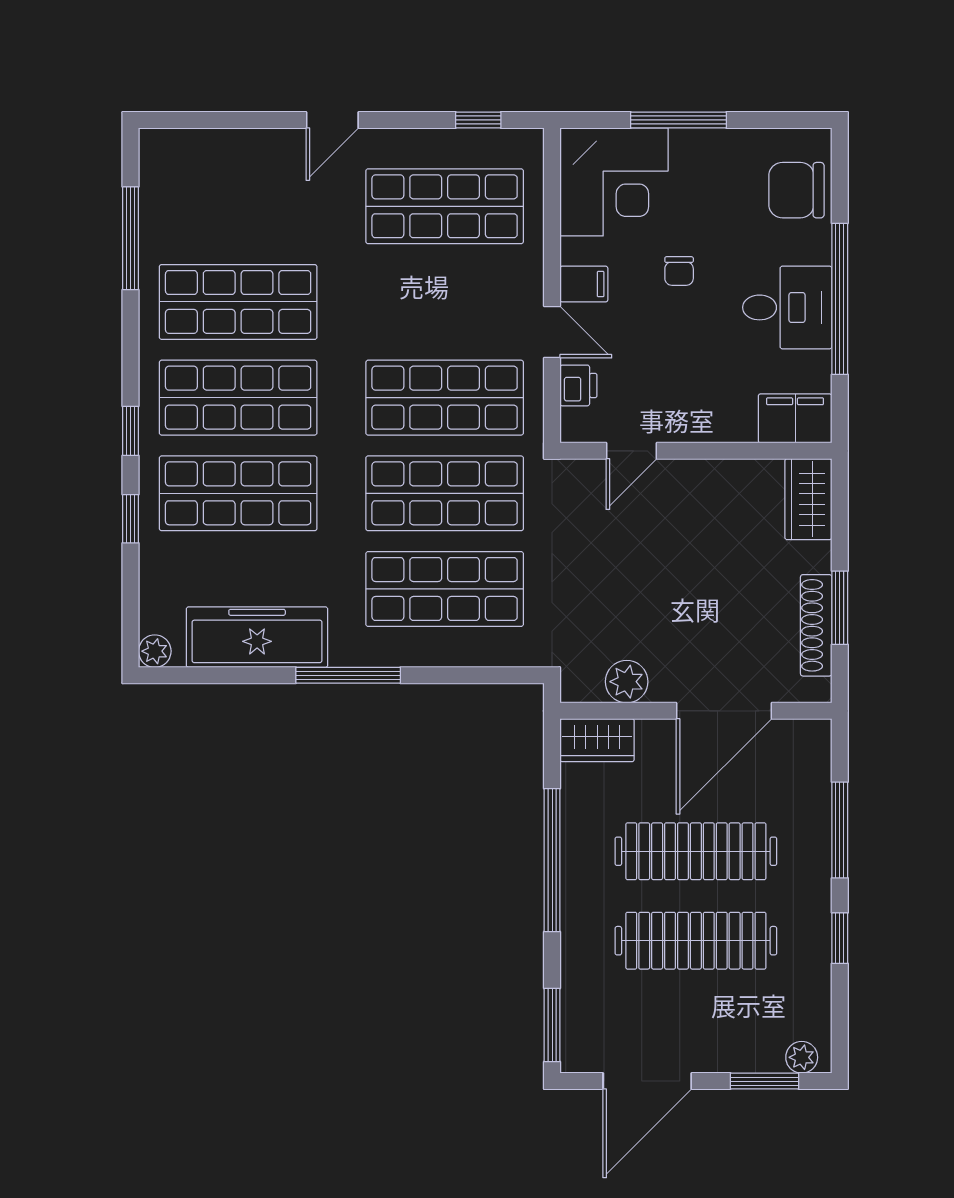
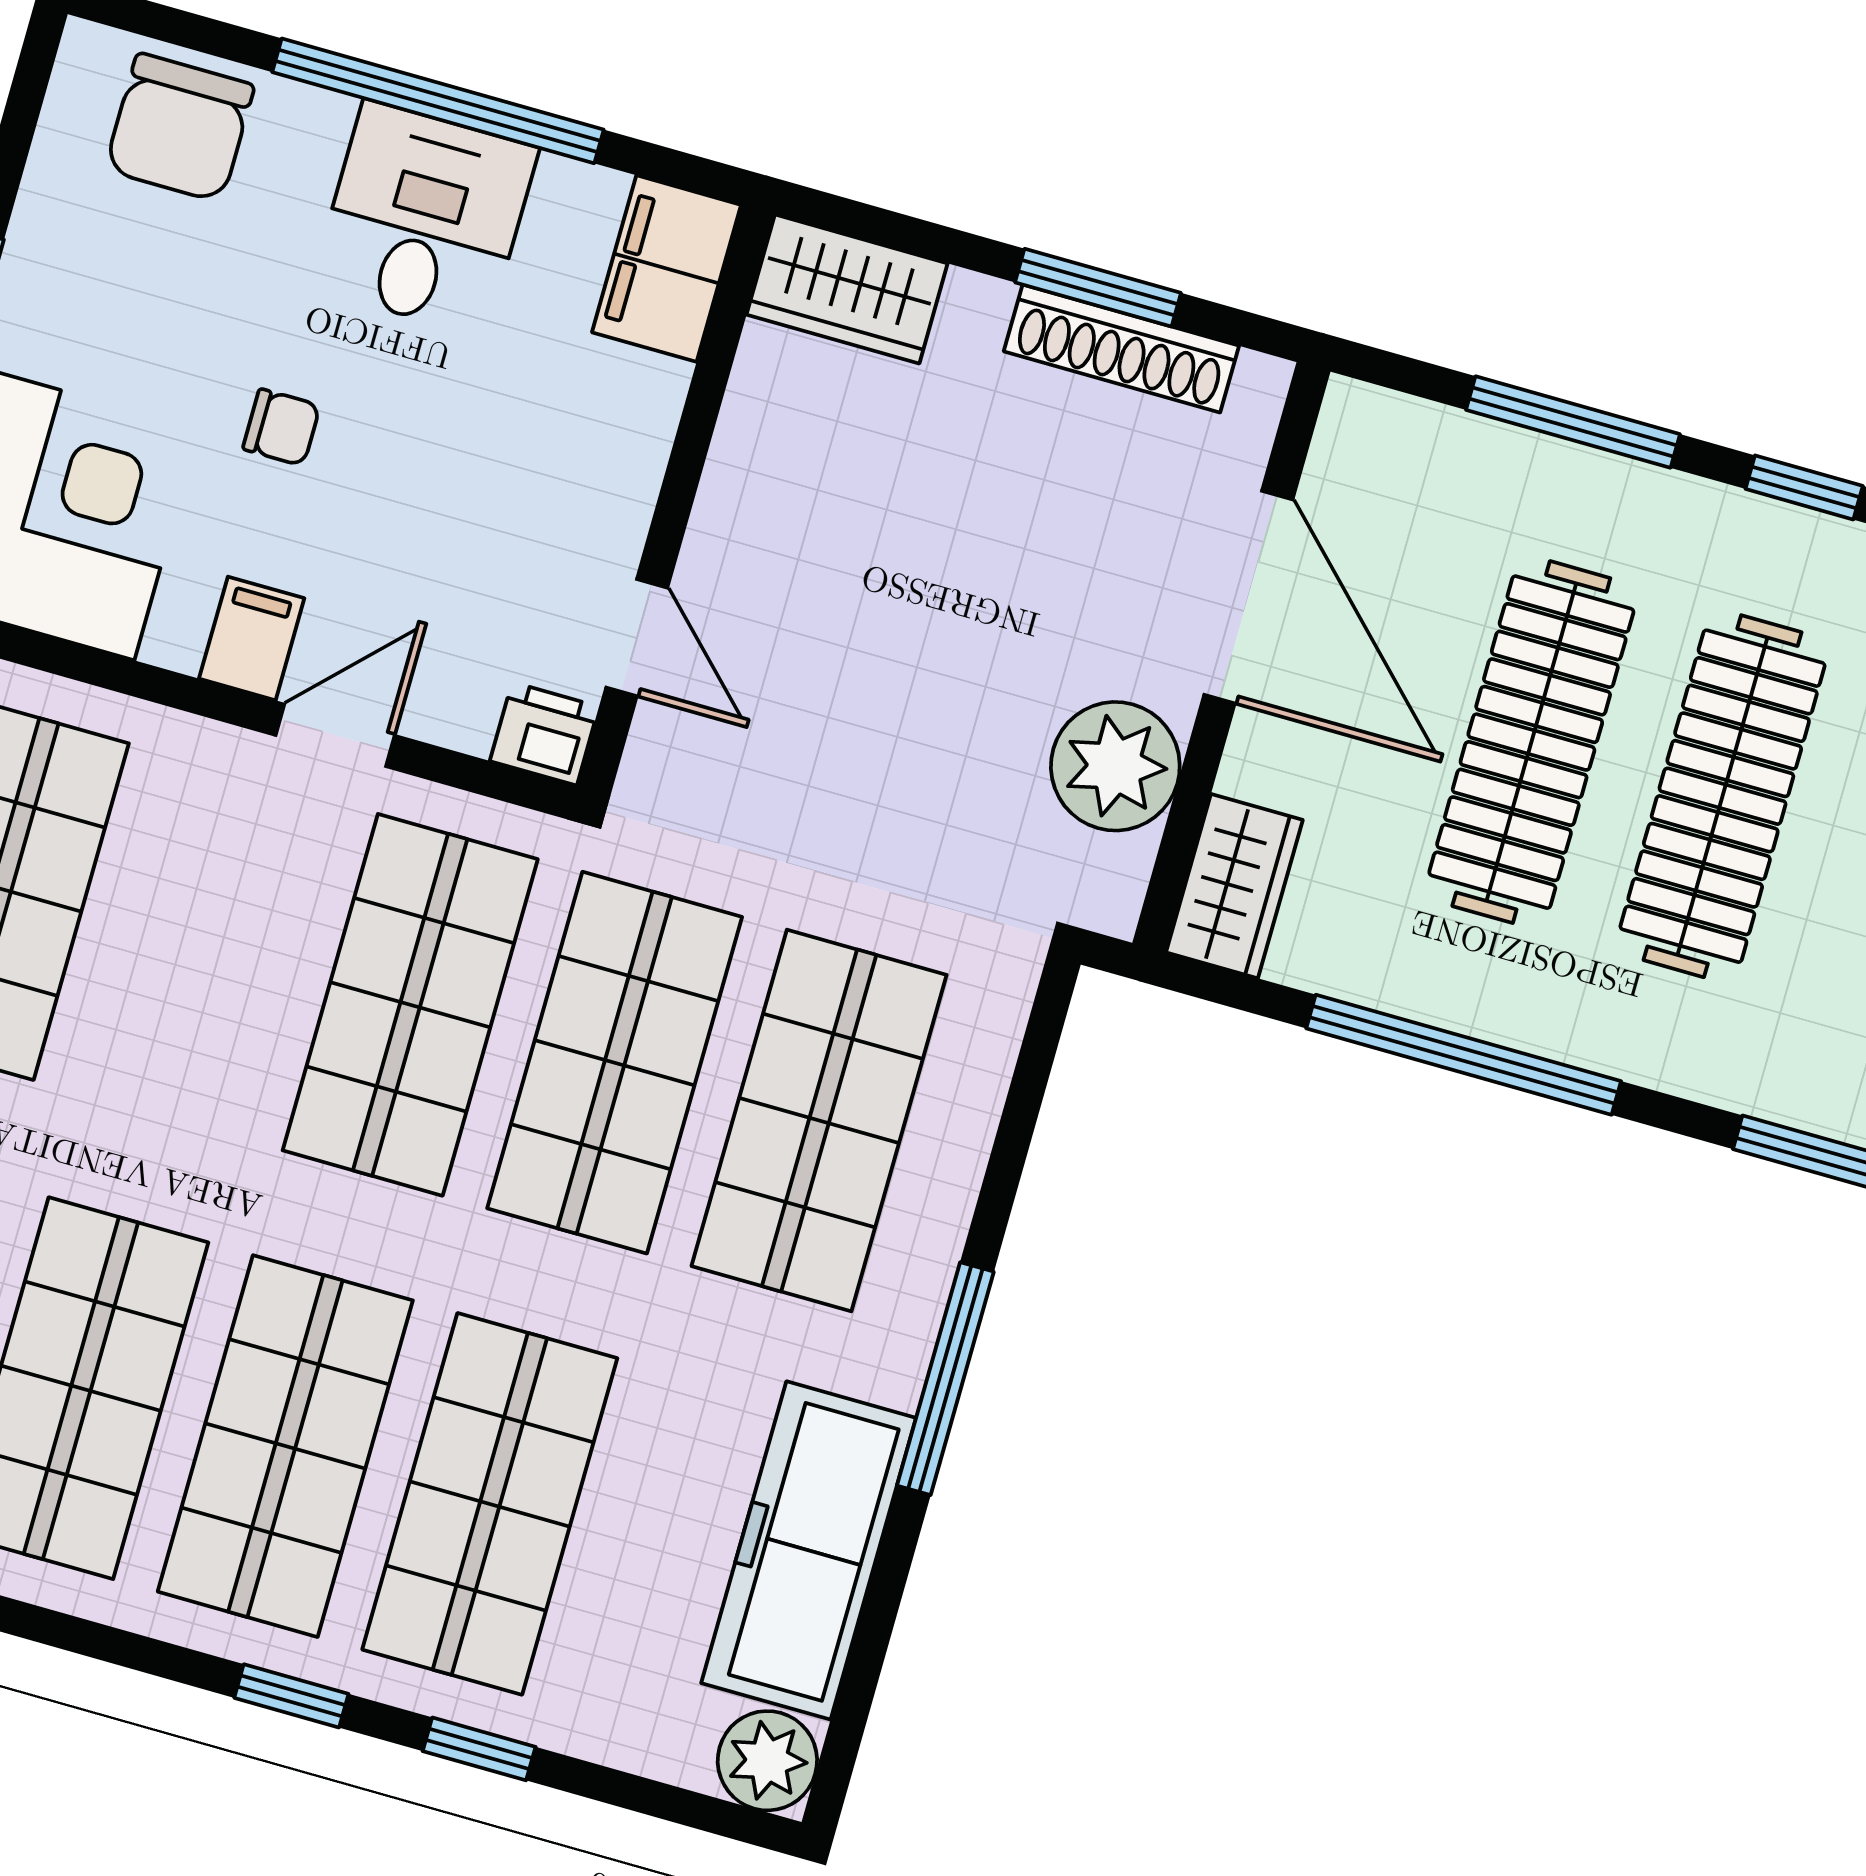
printer: (578, 385) -> (544, 734), moved
plant: (155, 651) -> (767, 1761), width x1.38, depth x1.38
plant: (627, 682) -> (1115, 766), width x1.36, depth x1.36

